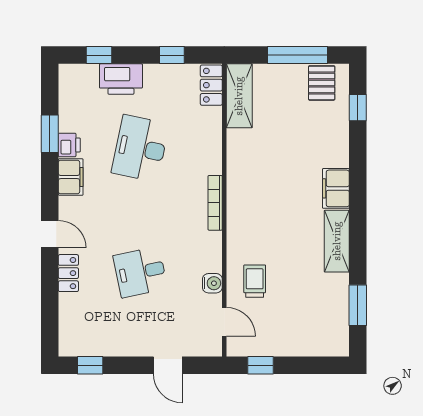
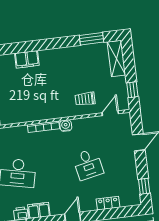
shelving: (337, 241) -> (116, 58), moved, turned 90
locker: (68, 273) -> (108, 203), moved
water cooler: (212, 283) -> (66, 126), moved

